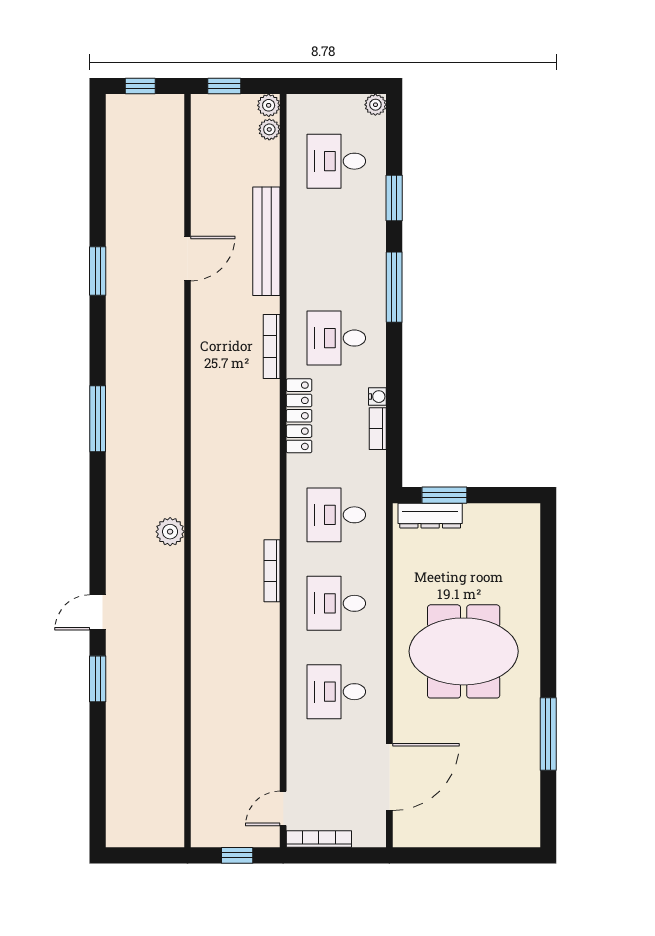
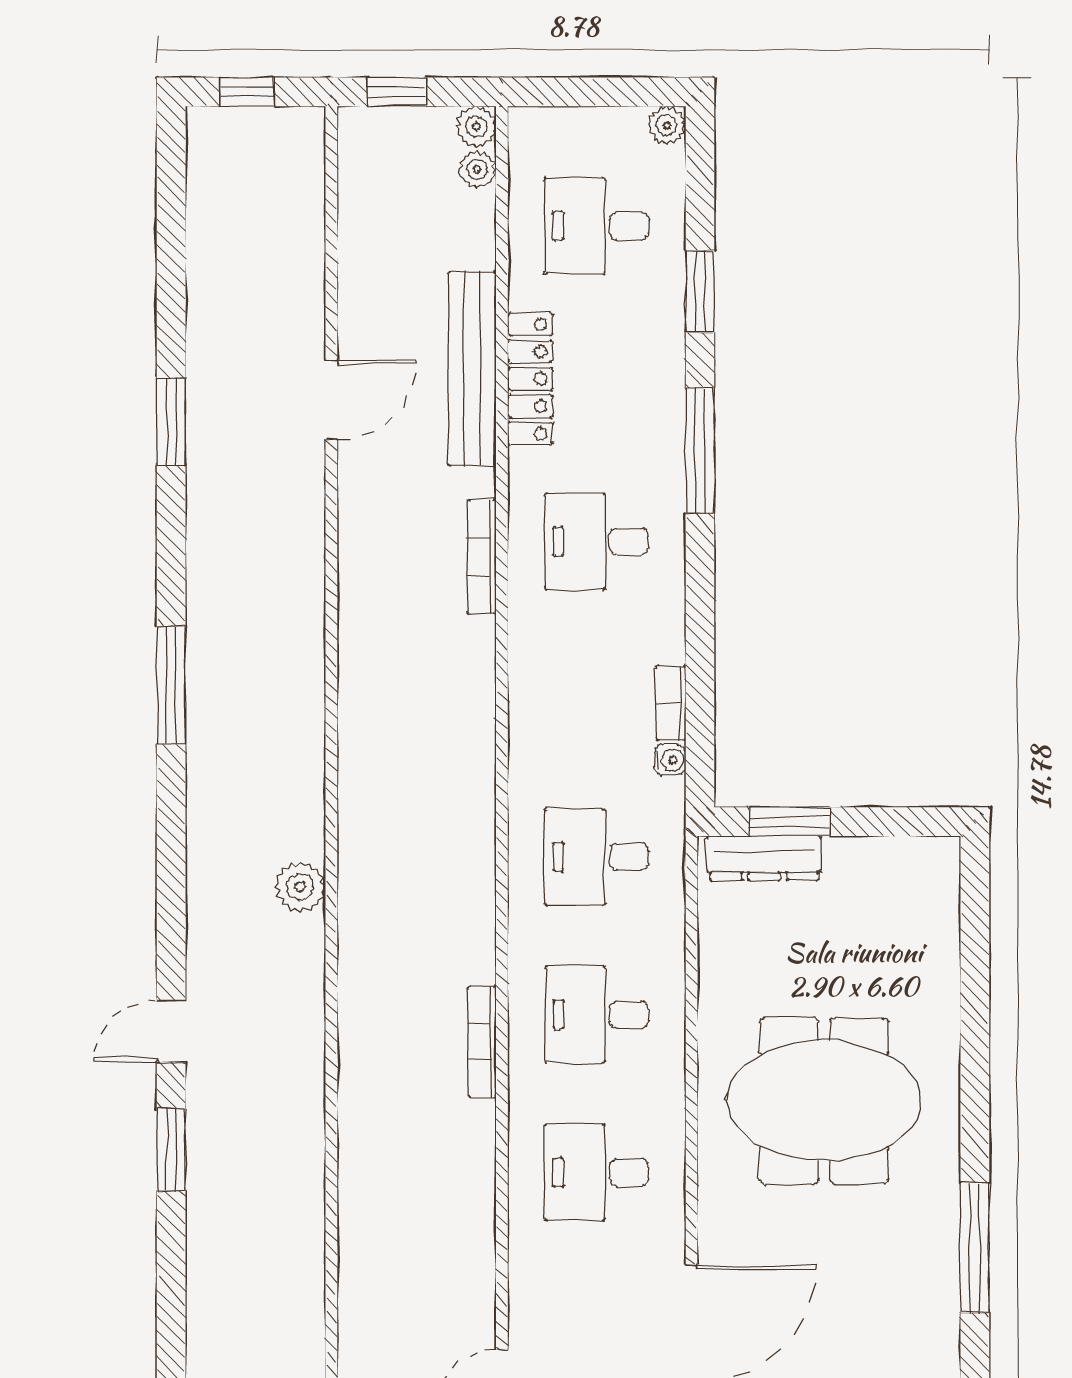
water cooler: (377, 397) -> (670, 760), moved
locker: (299, 416) -> (530, 379), moved
bookcase: (272, 571) -> (482, 1042), moved

